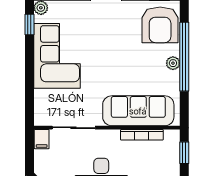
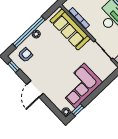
armchair: (160, 25) -> (25, 55), width x0.53, depth x0.53

